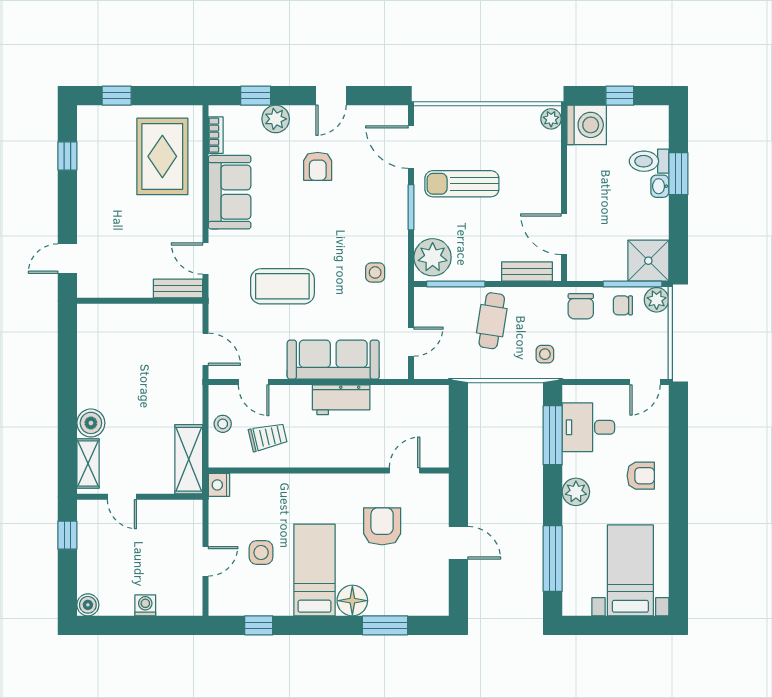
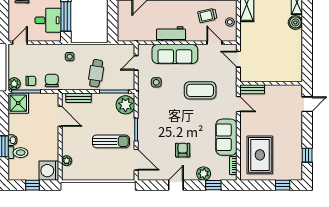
plant: (551, 119) -> (67, 161), moved
side table: (375, 272) -> (156, 82), moved

